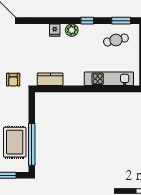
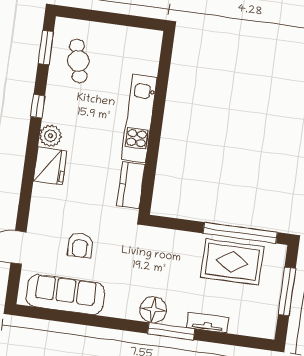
fridge: (55, 30) -> (50, 166), width x1.88, depth x1.34
kitchen unit: (109, 79) -> (139, 118), moved
armchair: (13, 80) -> (80, 245), moved, turned 90

